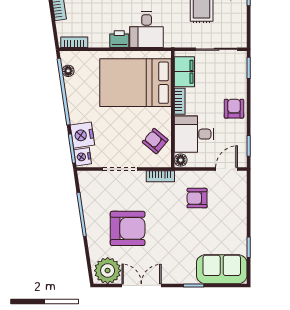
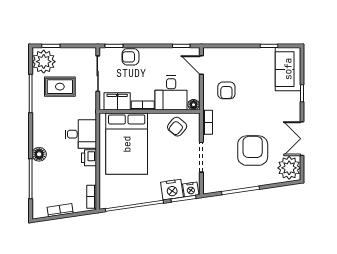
floor lamp: (68, 71) -> (116, 202), removed
armchair: (234, 109) -> (131, 57), moved

